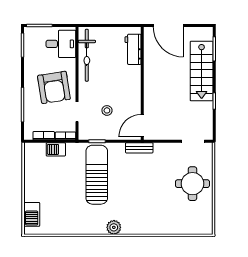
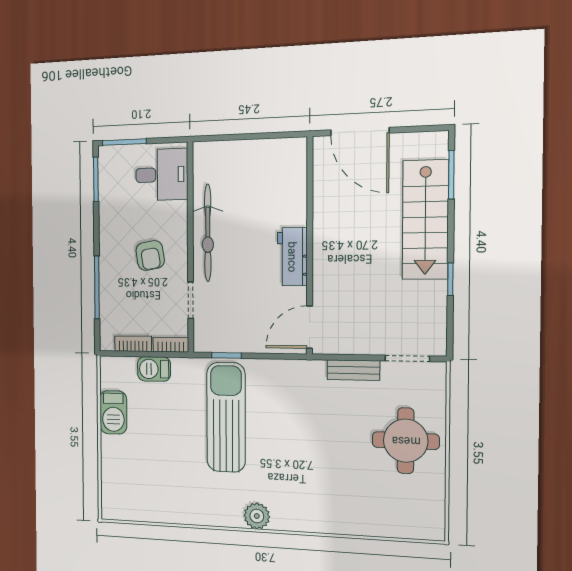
workbench: (133, 49) -> (292, 257), moved
bicycle: (87, 55) -> (208, 233), moved
armchair: (54, 87) -> (150, 255), width x0.53, depth x0.53
stool: (107, 110) -> (244, 298), removed
bench: (139, 148) -> (353, 370), moved
barbecue: (32, 214) -> (113, 412), moved

